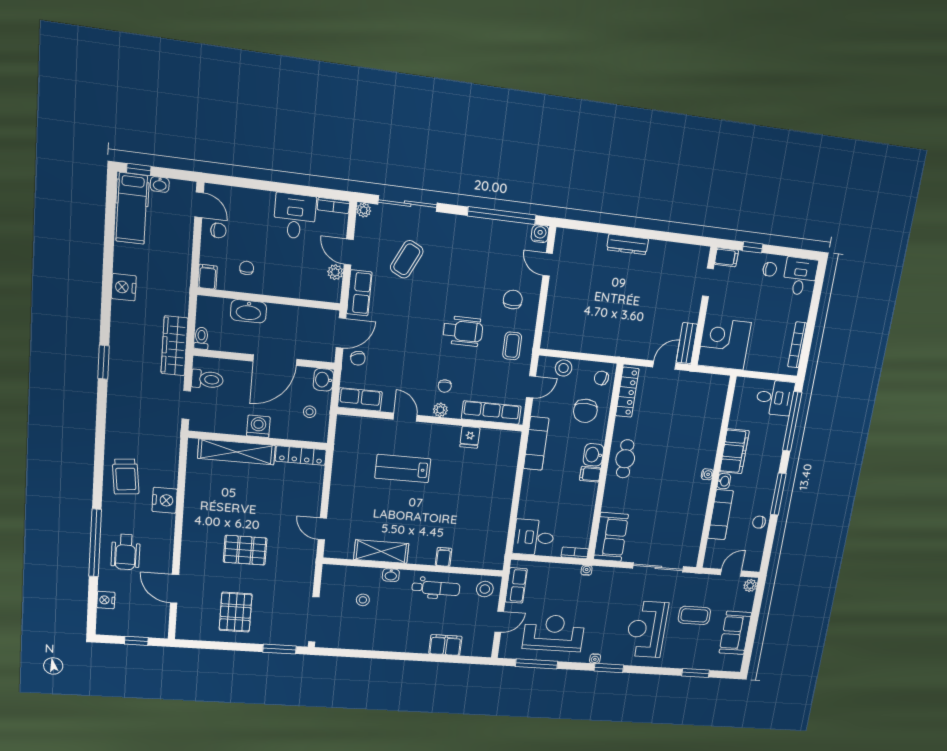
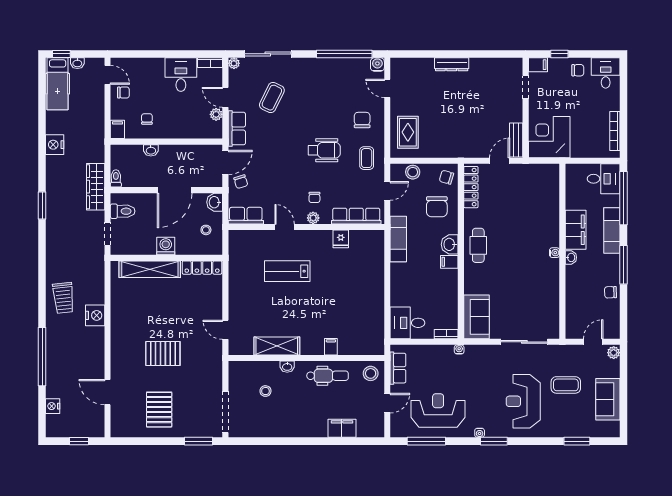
washbasin: (248, 311) -> (151, 150), width x0.52, depth x0.69
rug: (565, 320) -> (408, 132), added
exam couch: (721, 515) -> (612, 231), moved, turned 180
wheelchair: (126, 552) -> (66, 363), removed

